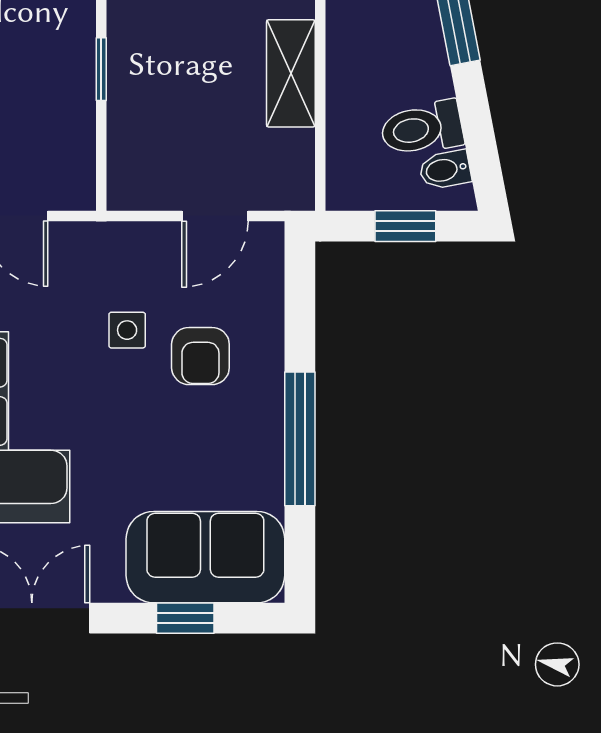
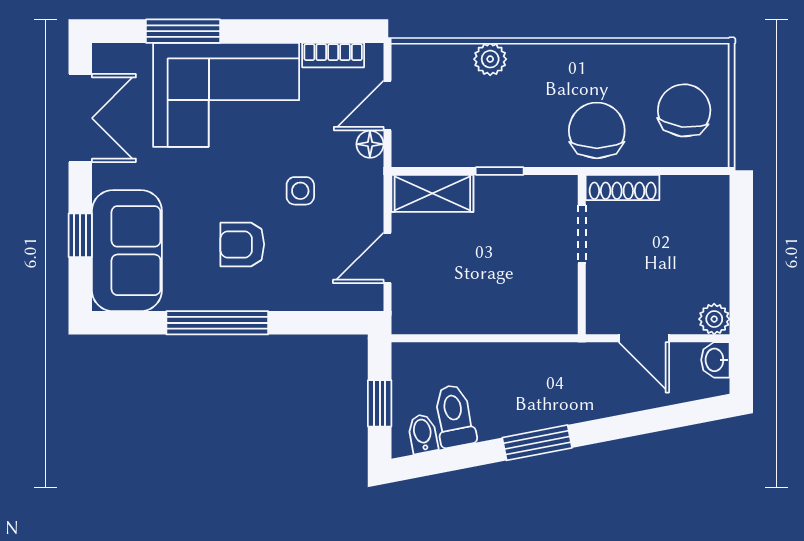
shelving: (291, 73) -> (432, 193), moved
door: (215, 216) -> (387, 258), hinge flipped
floor lamp: (66, 239) -> (370, 144), added
armchair: (200, 356) -> (242, 244), moved

